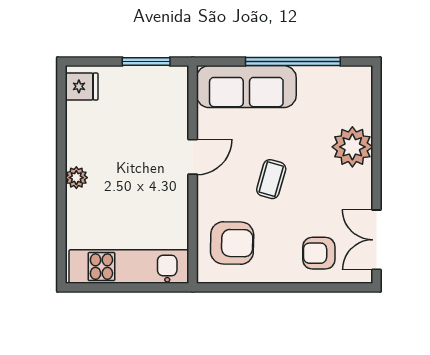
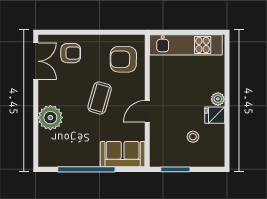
fridge: (82, 86) -> (215, 115), moved
sofa: (246, 87) -> (123, 154), width x0.73
stool: (117, 115) -> (193, 137), added
coffee table: (271, 179) -> (100, 98), width x1.36, depth x1.30

